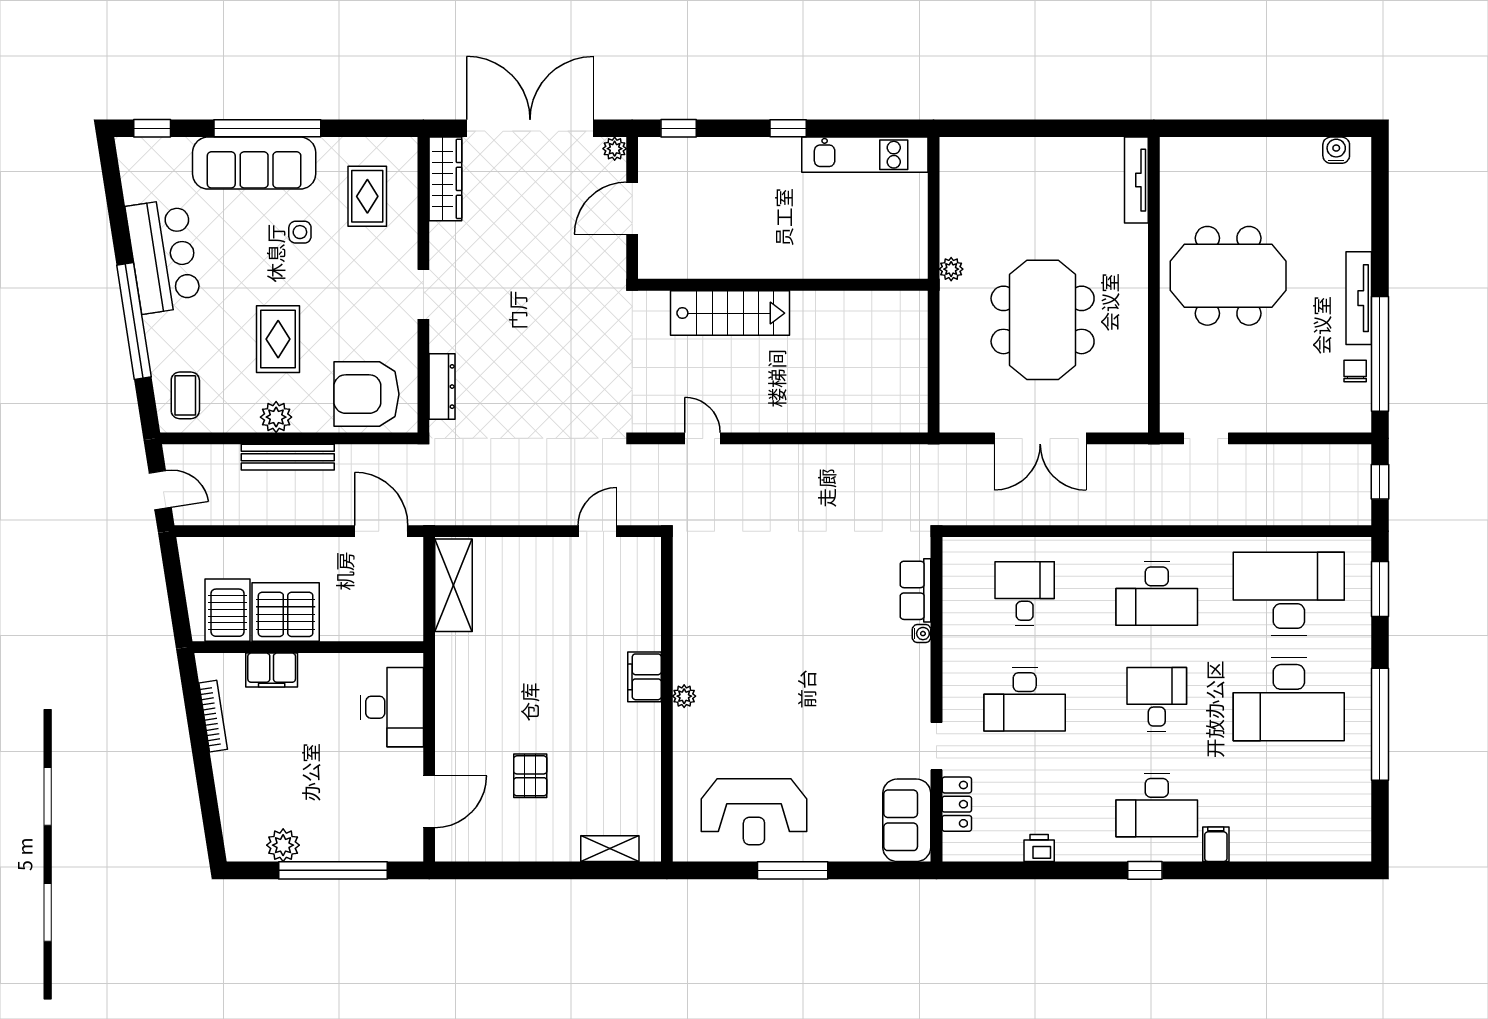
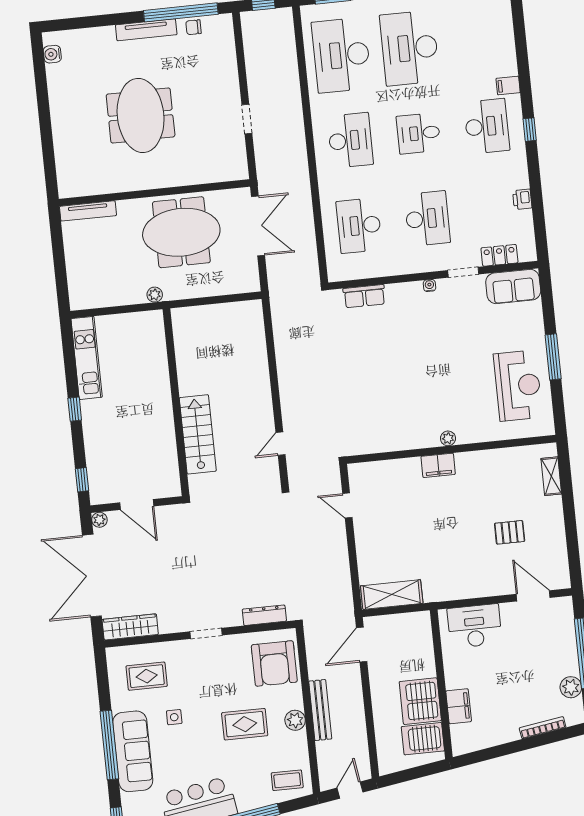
tv unit: (1136, 180) -> (88, 211), moved
wall: (1154, 285) -> (154, 193), moved
desk: (1025, 594) -> (359, 226), width x1.37
water cooler: (921, 634) -> (429, 286), moved
desk: (1289, 699) -> (410, 48), turned 180
bookcase: (213, 716) -> (543, 728), moved

